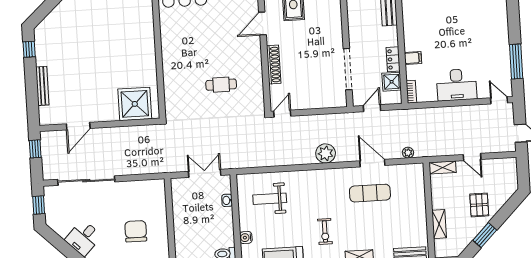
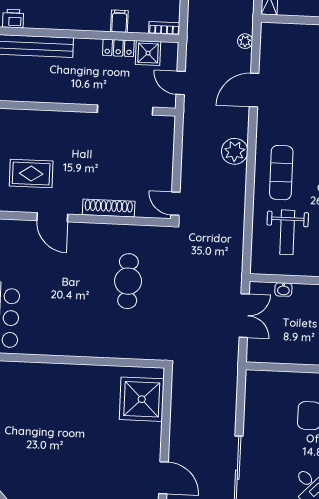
cafe table: (221, 85) -> (128, 281), width x1.37, depth x1.35
double door: (205, 173) -> (244, 316), swing flipped
exercise mat: (370, 193) -> (281, 173), moved

